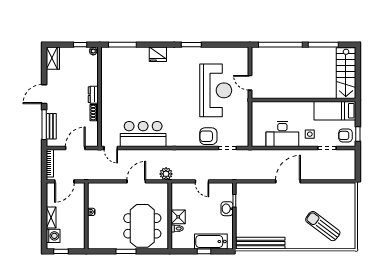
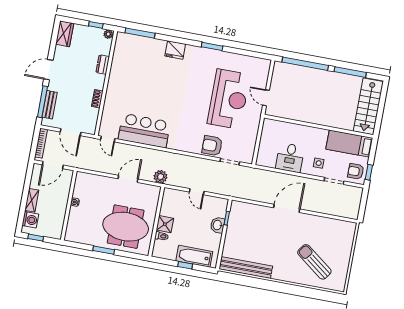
dresser: (93, 95) -> (103, 65), moved
desk: (282, 134) -> (290, 158), width x0.73
door: (75, 148) -> (71, 132), swing flipped
meeting table: (142, 226) -> (126, 227), turned 90

